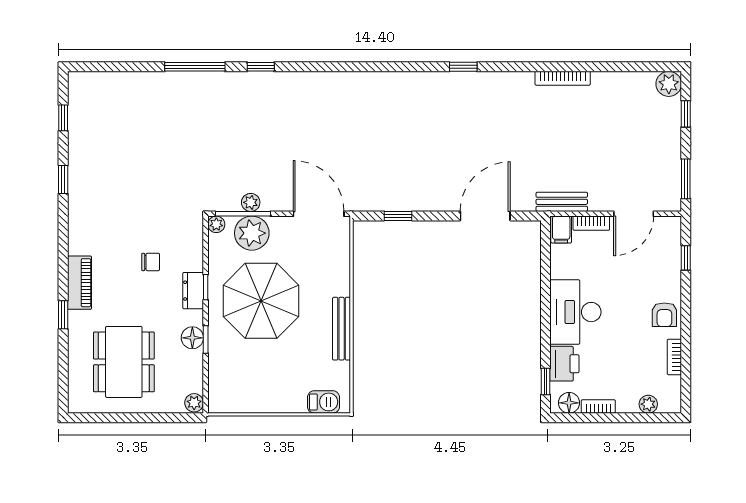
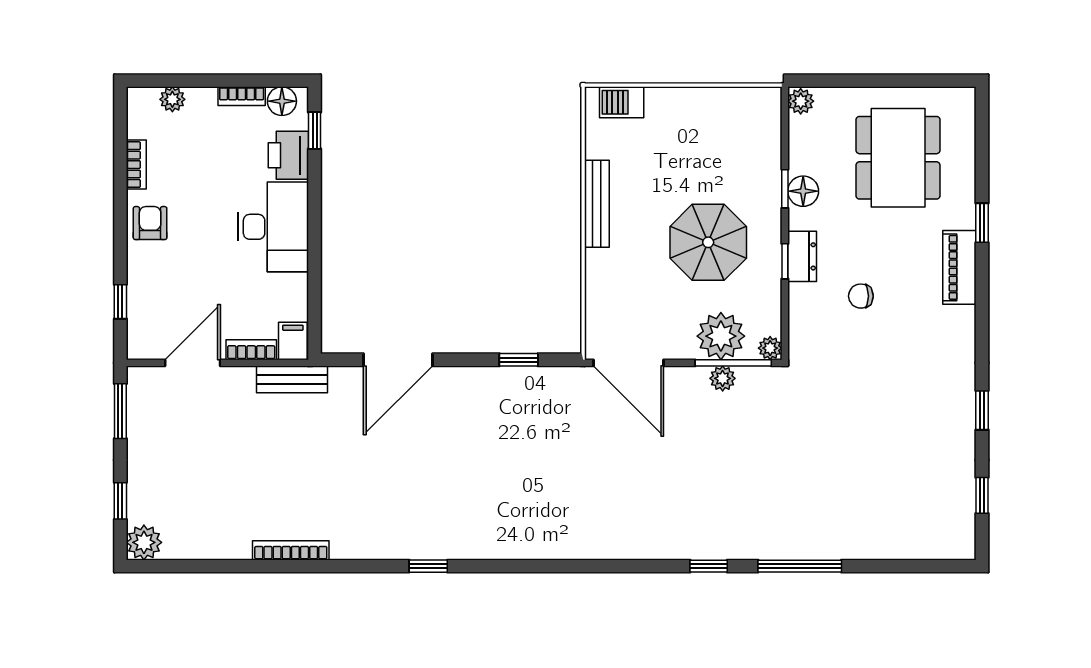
parasol: (261, 301) -> (708, 242), width x0.73, depth x0.73

